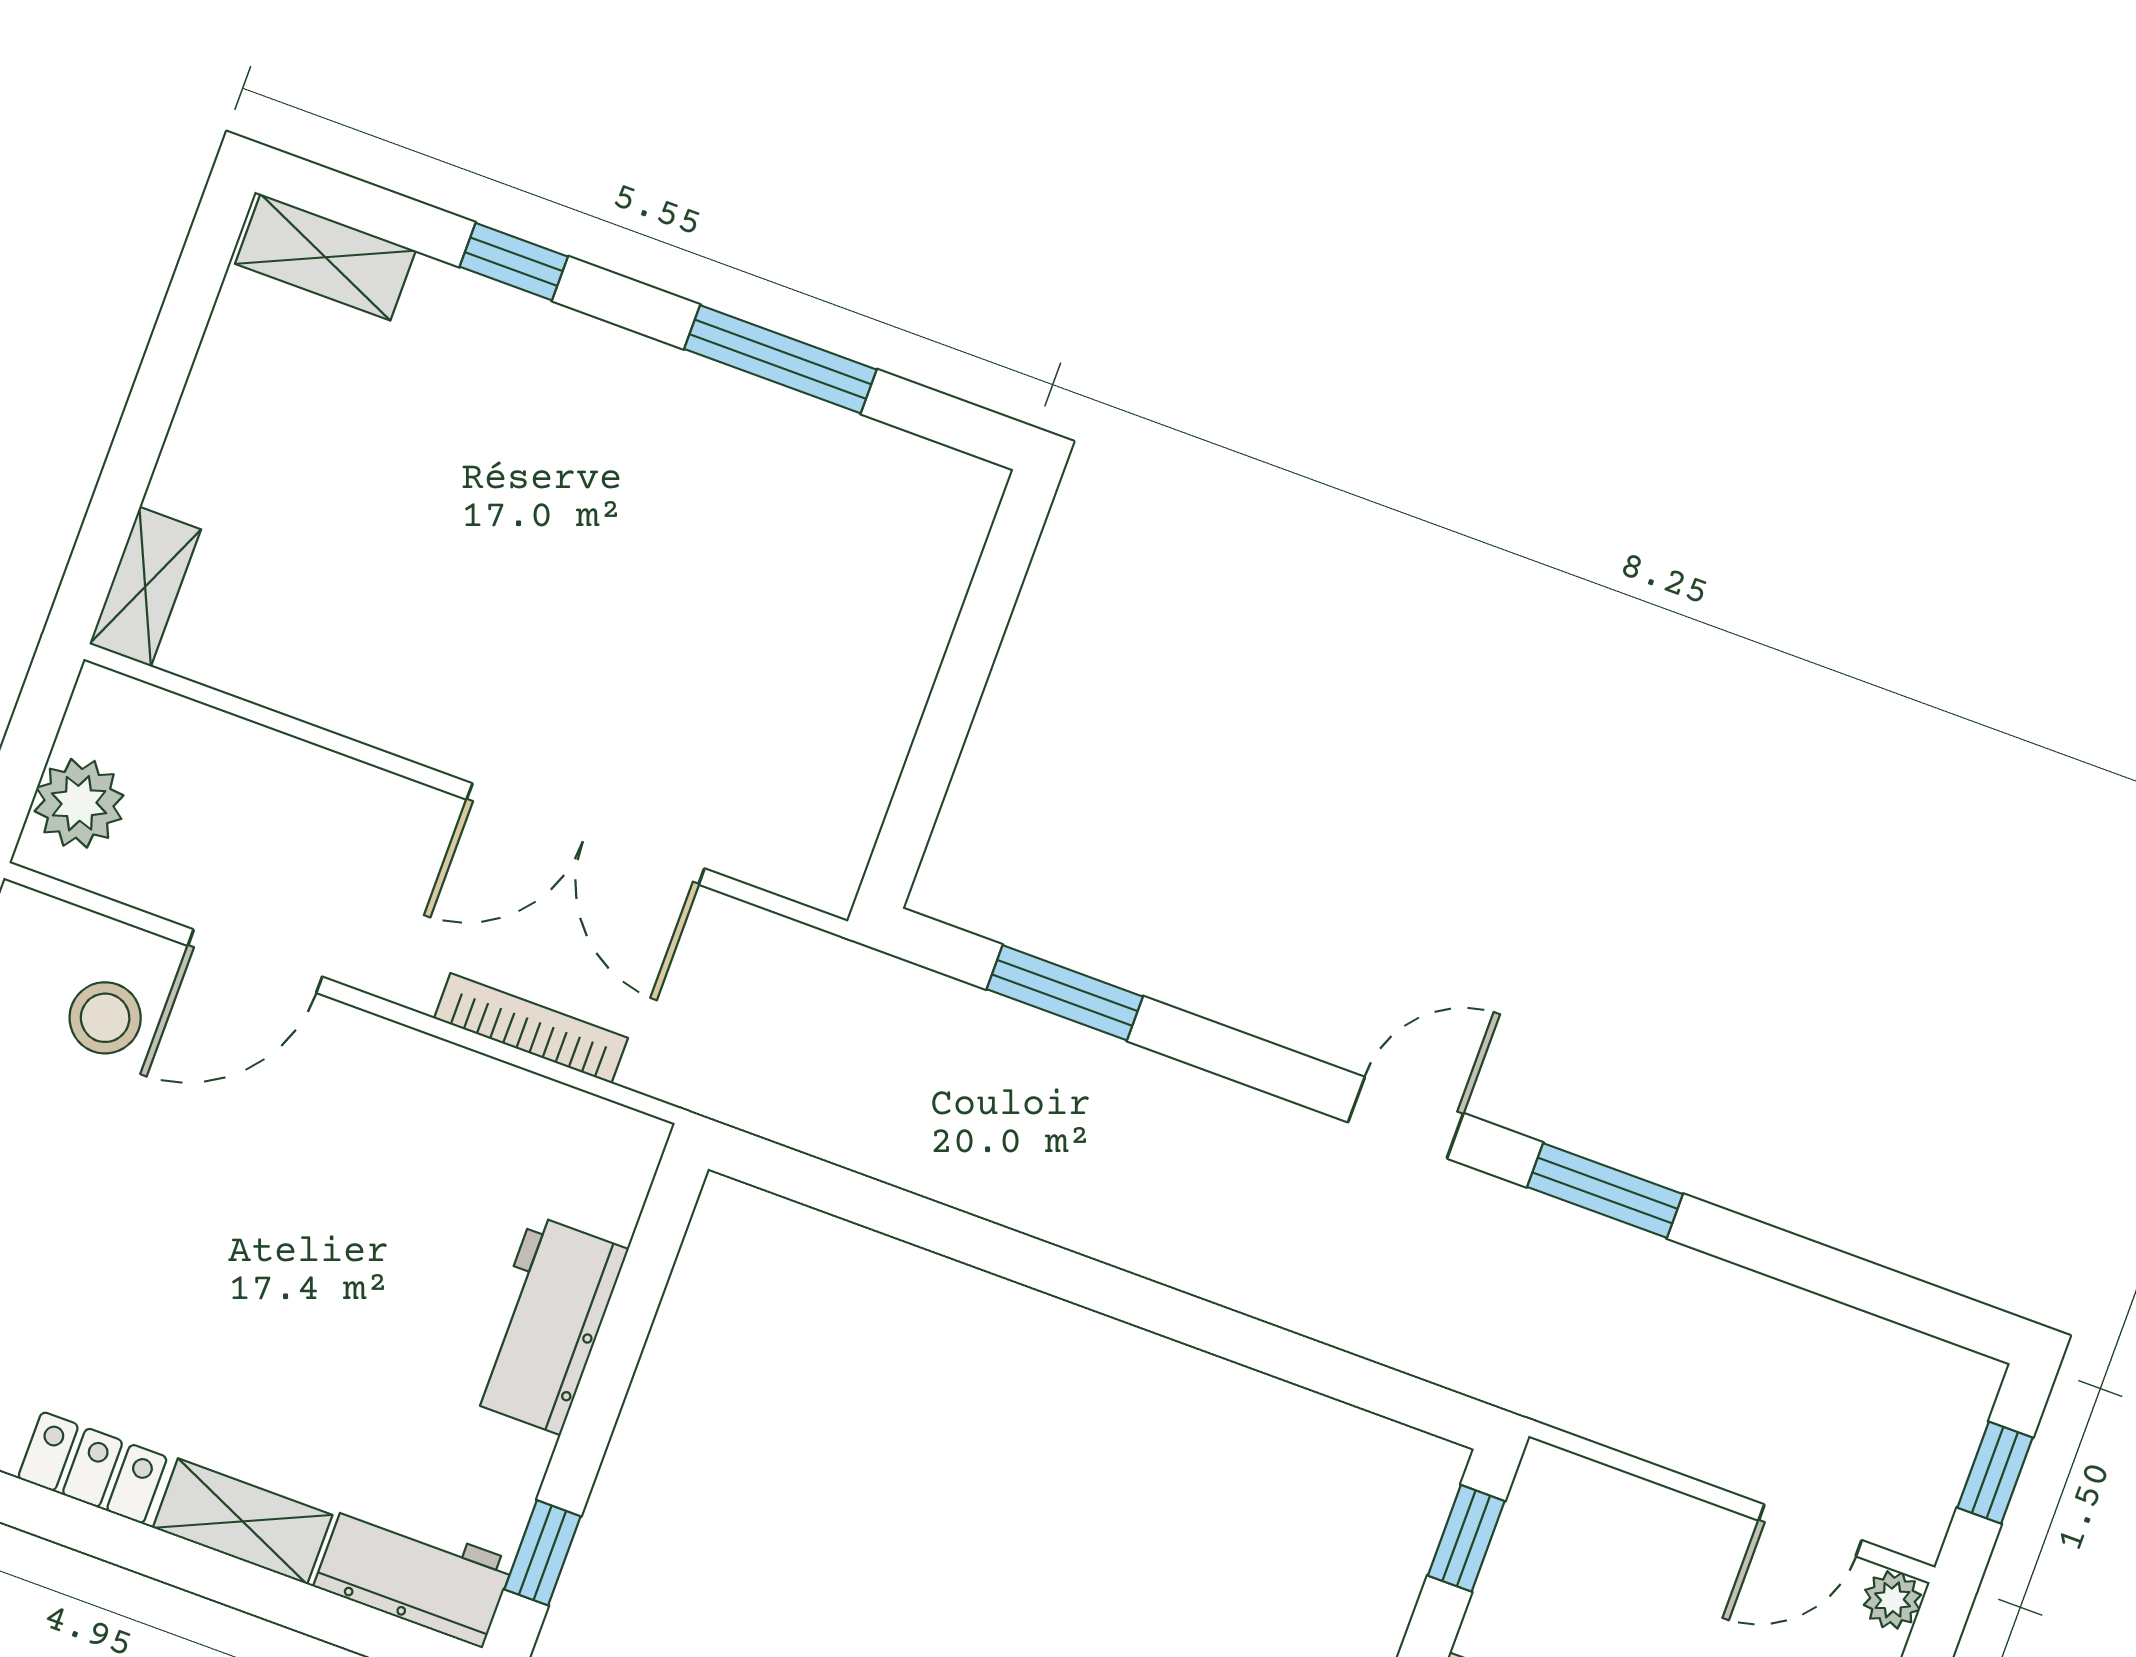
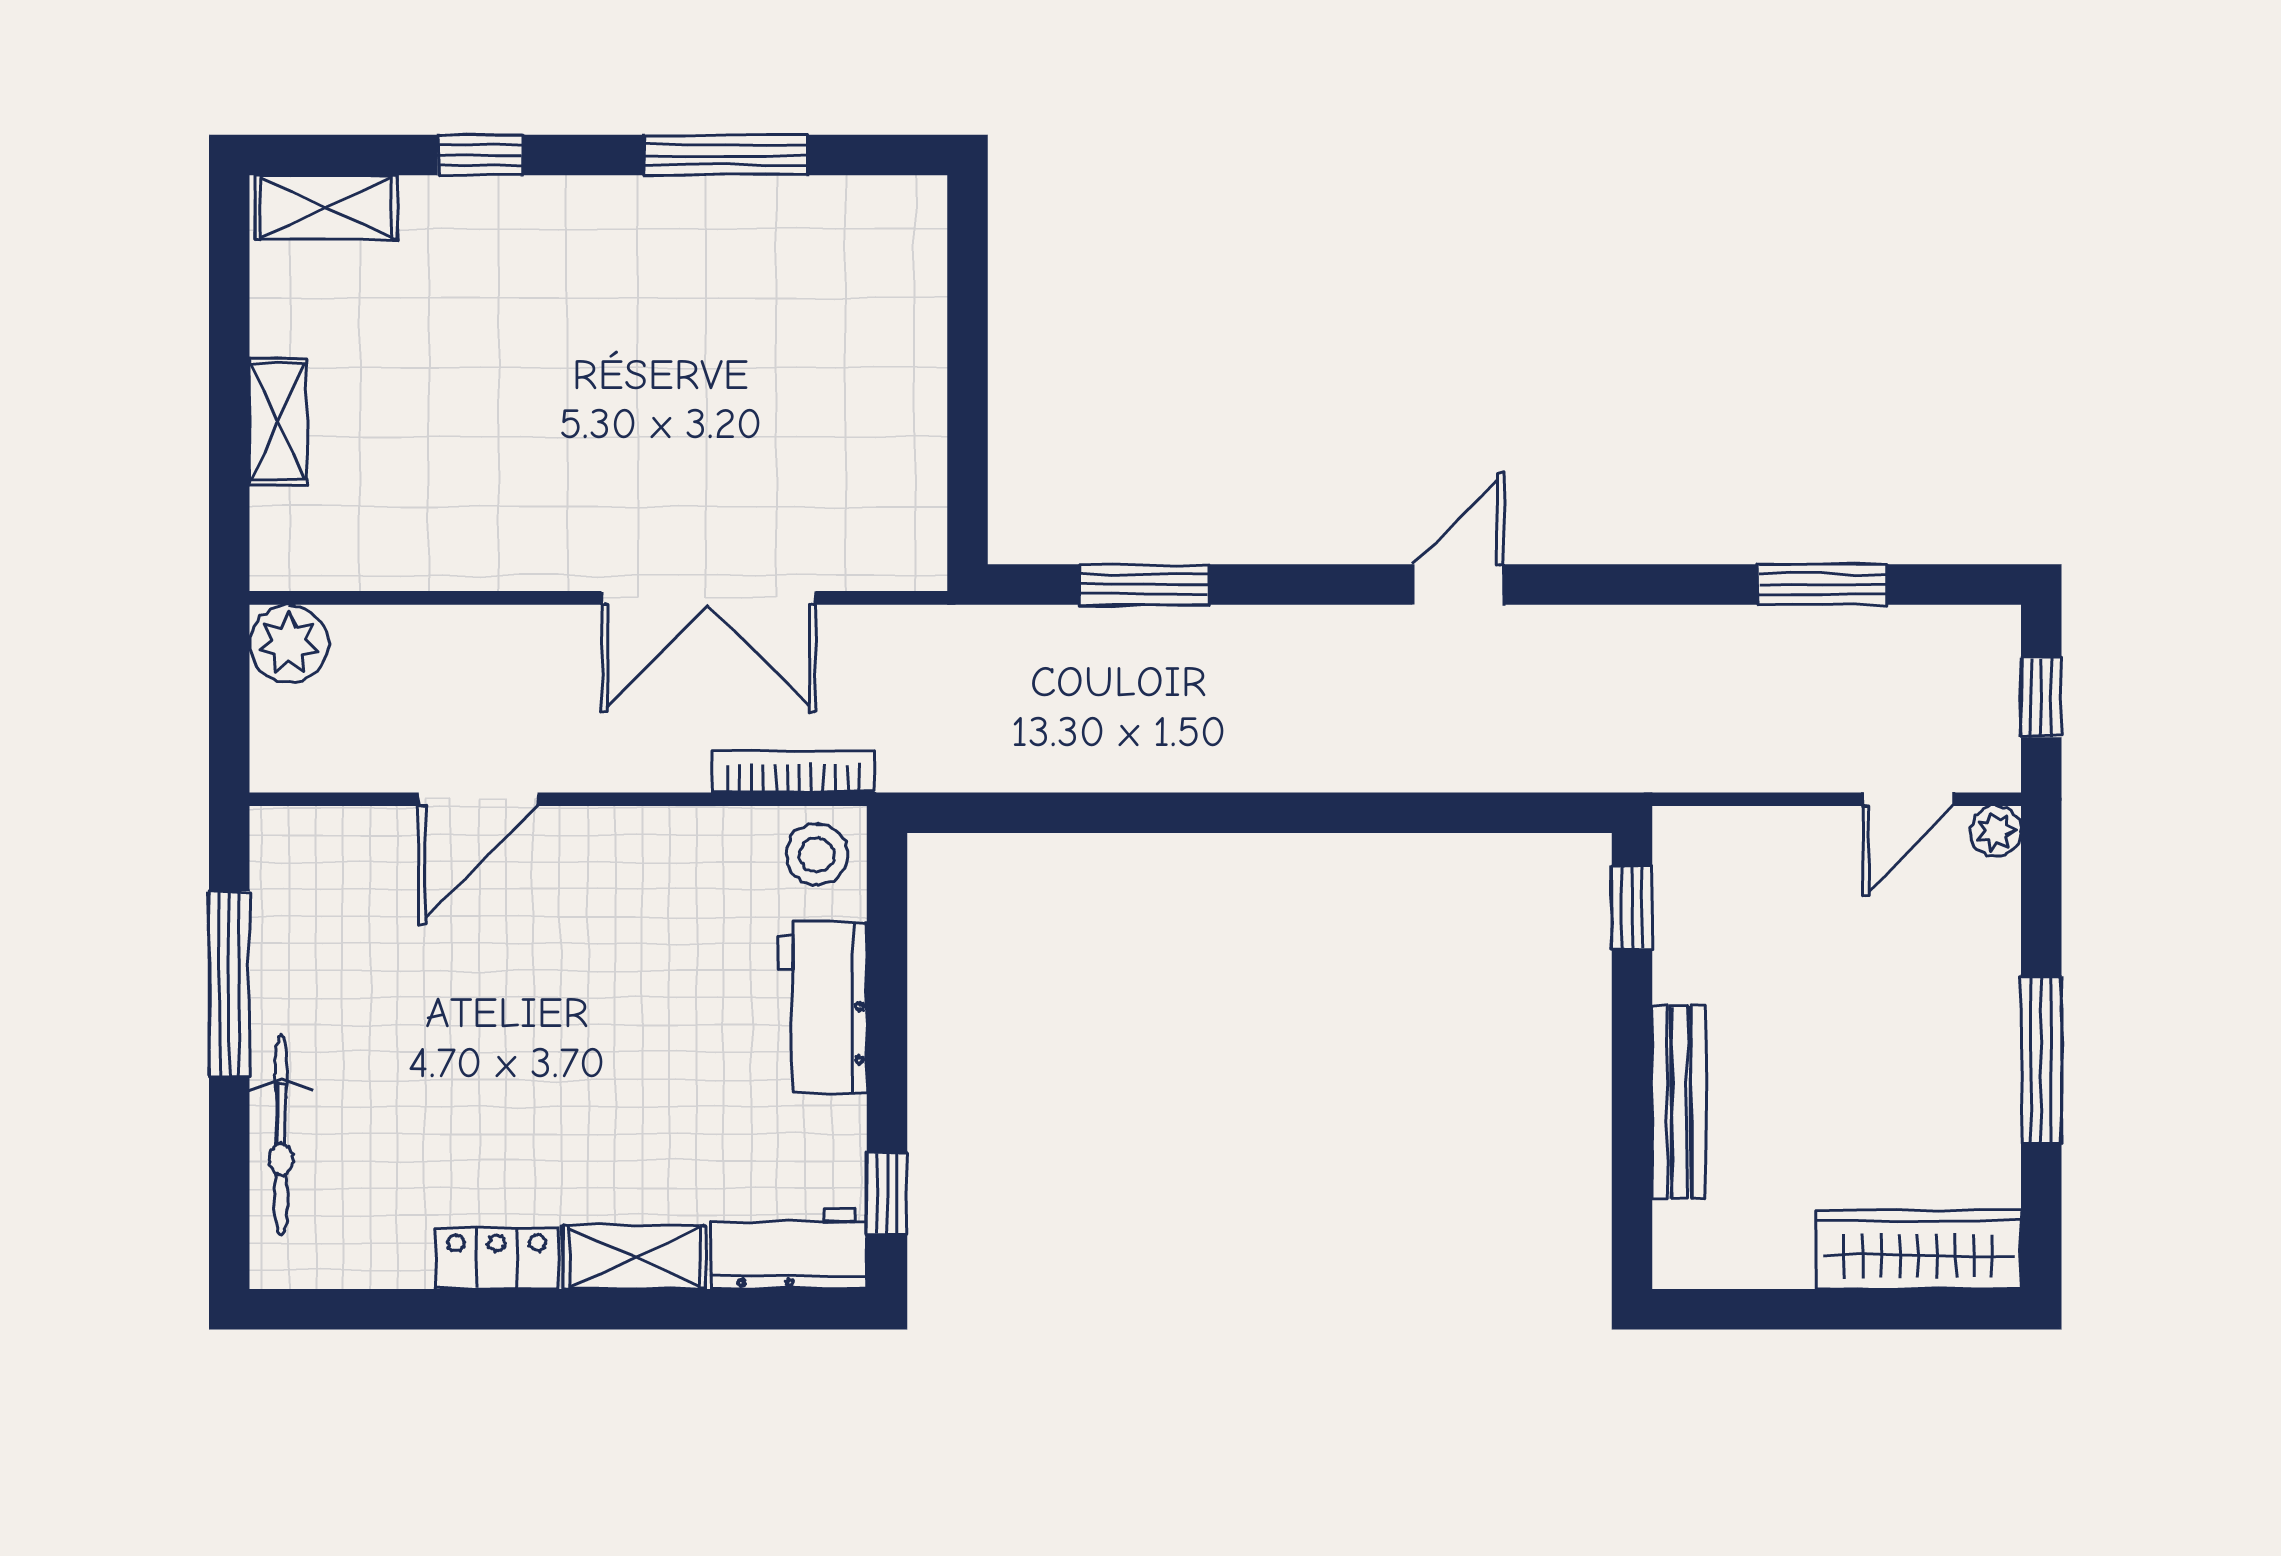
shelving: (145, 587) -> (278, 422), moved
plant: (79, 803) -> (289, 644), moved
stool: (105, 1018) -> (817, 855), moved
bookcase: (531, 1028) -> (793, 772), moved
window: (1605, 1191) -> (1823, 585), moved

